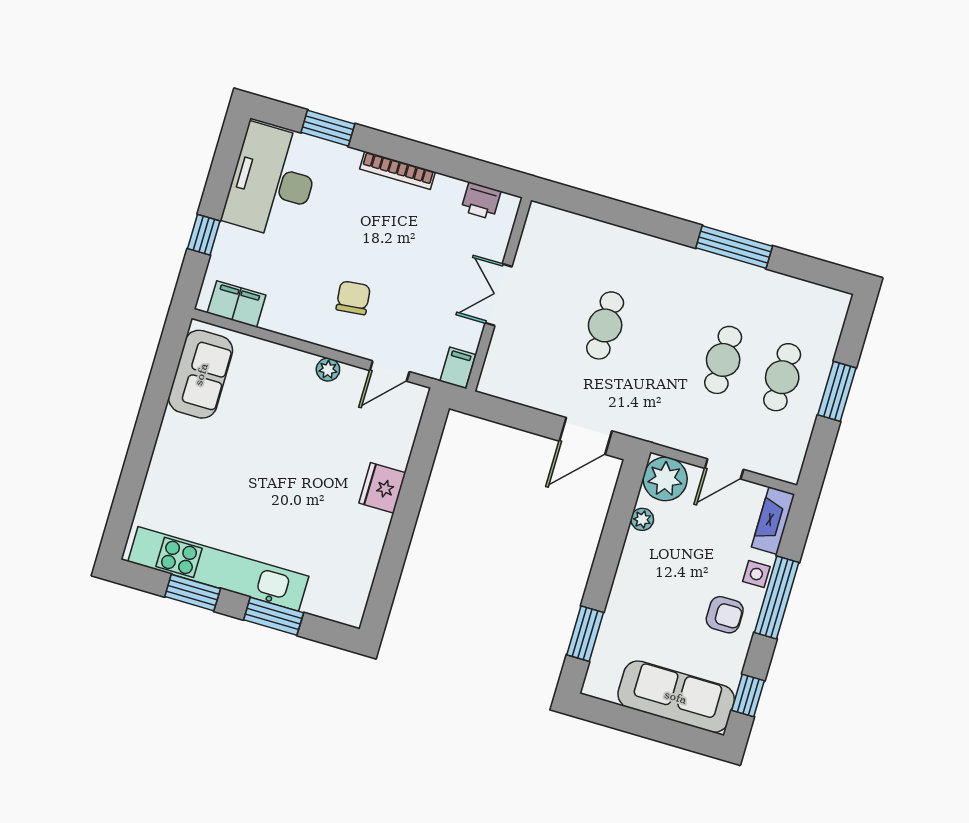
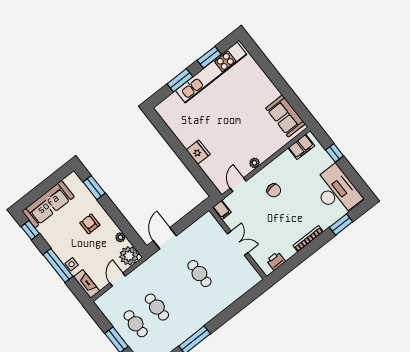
armchair: (725, 615) -> (90, 224), moved, turned 90

